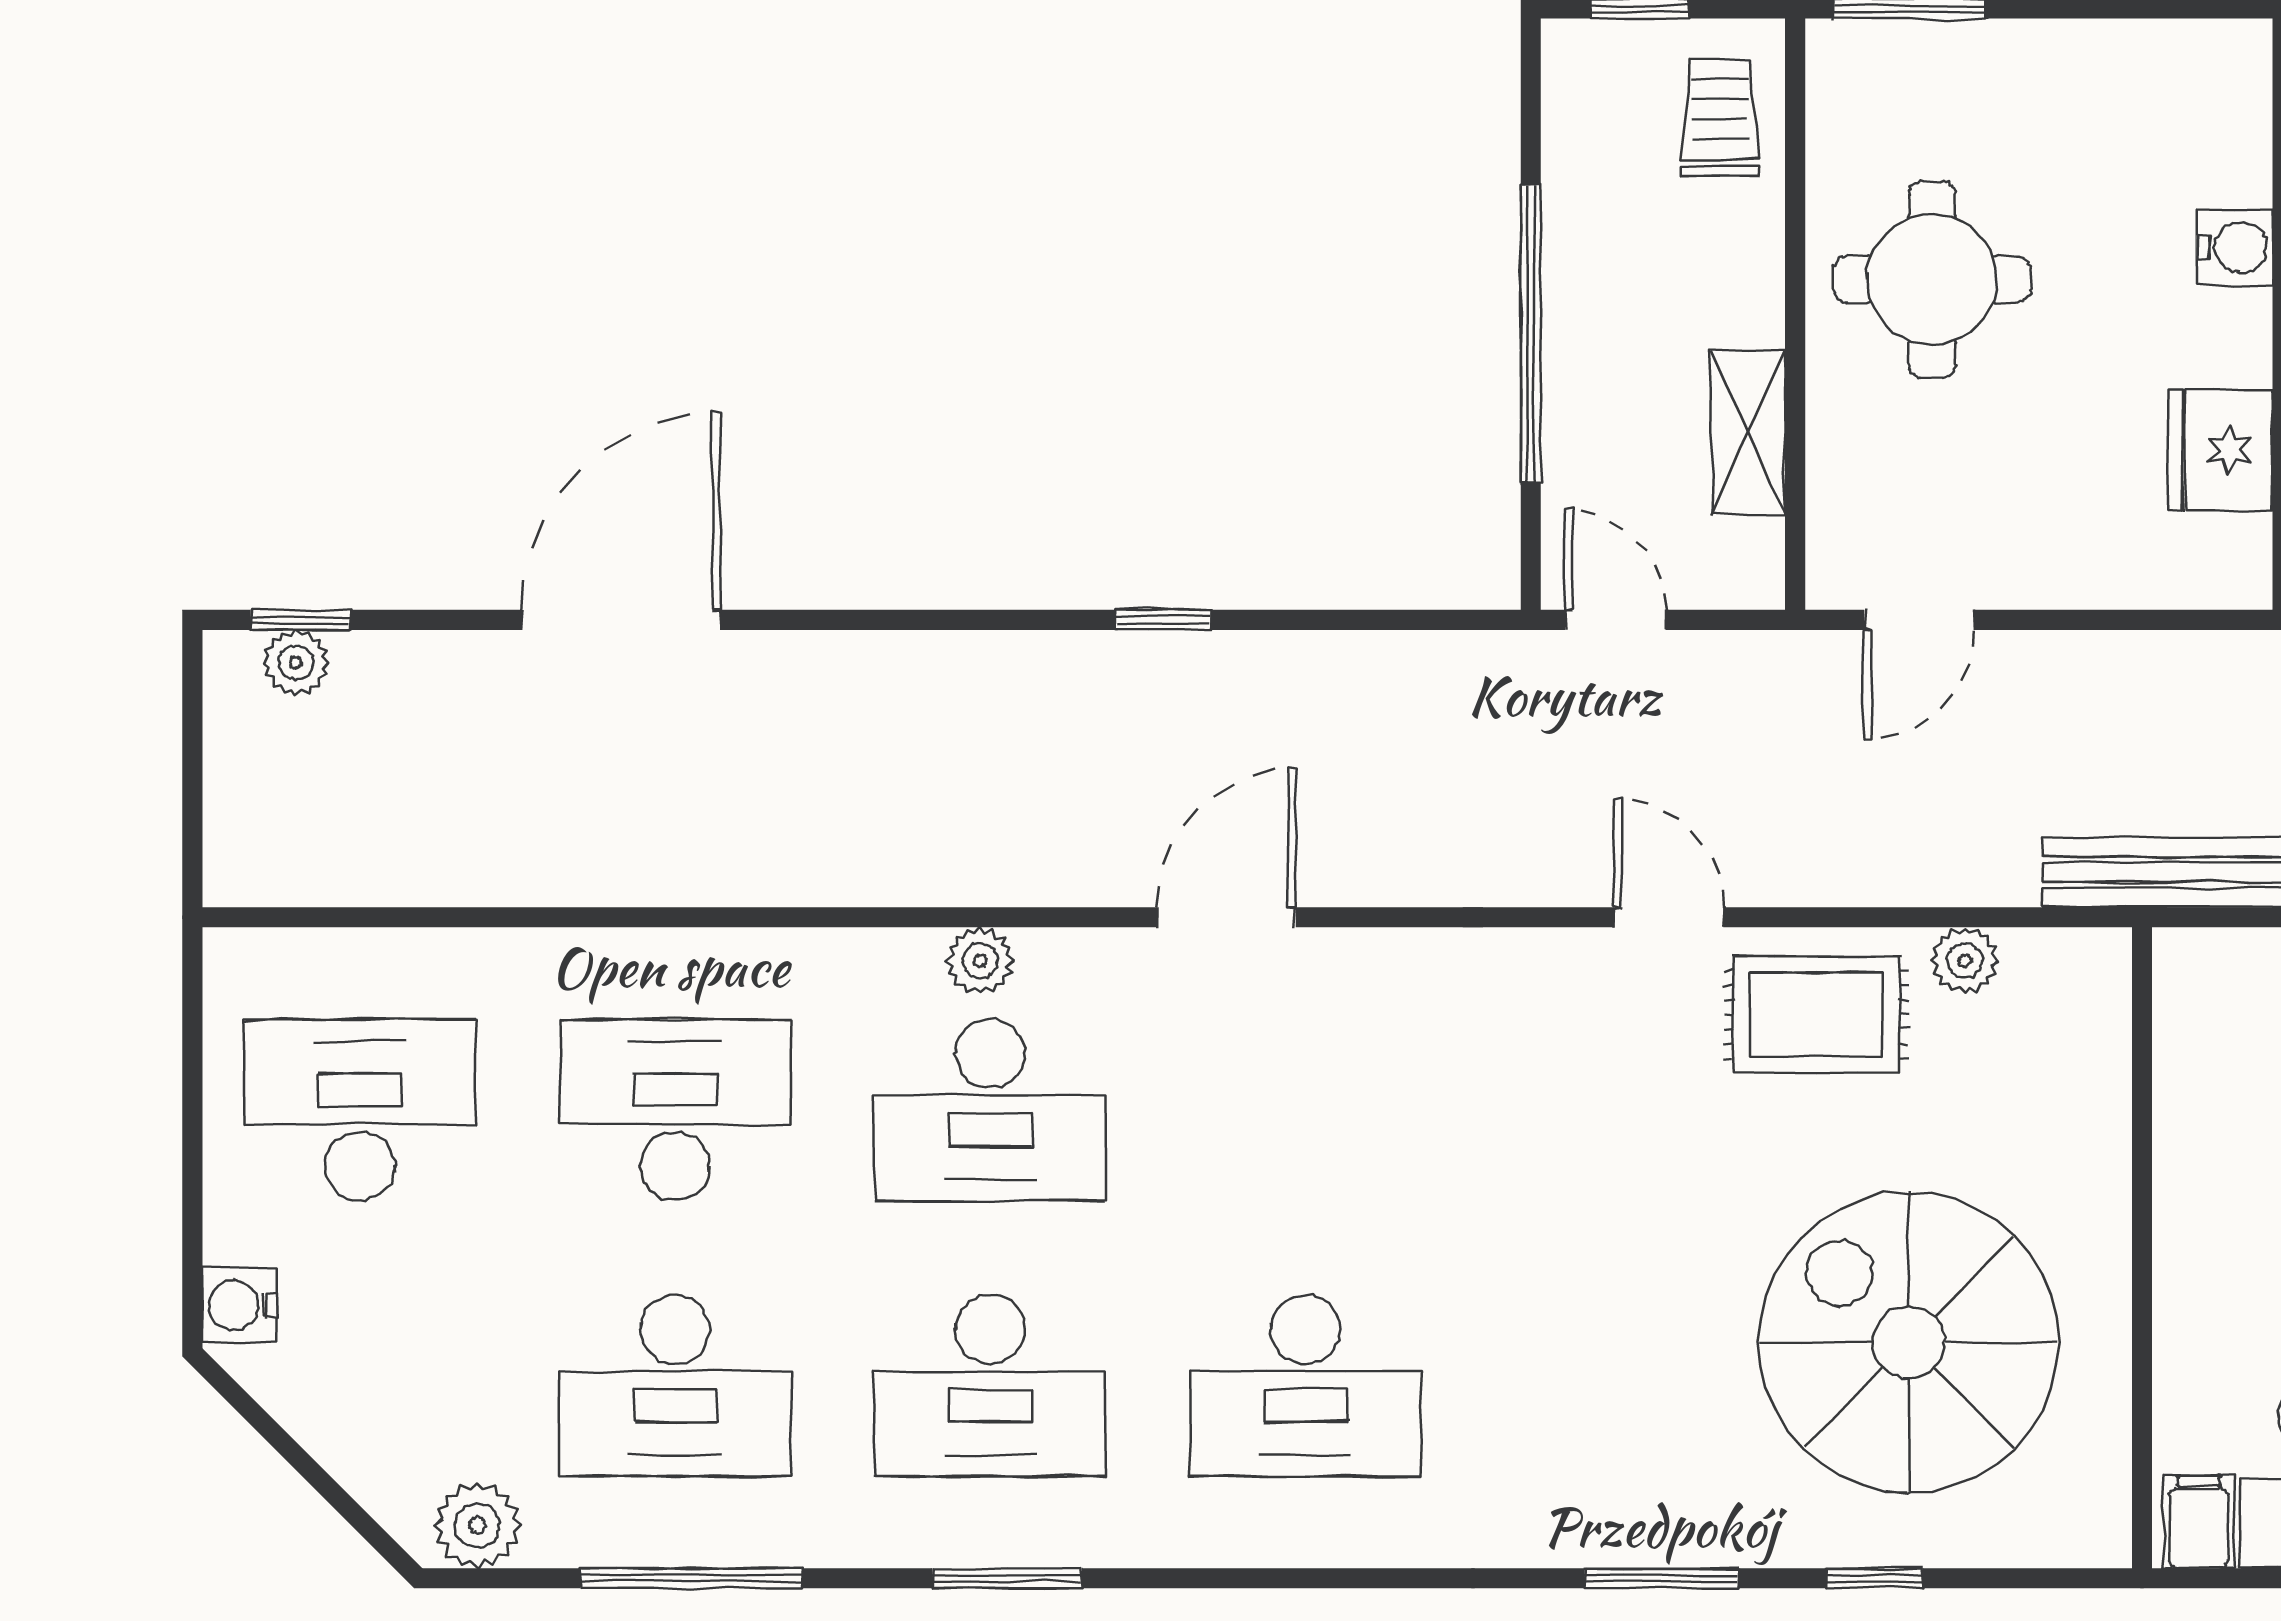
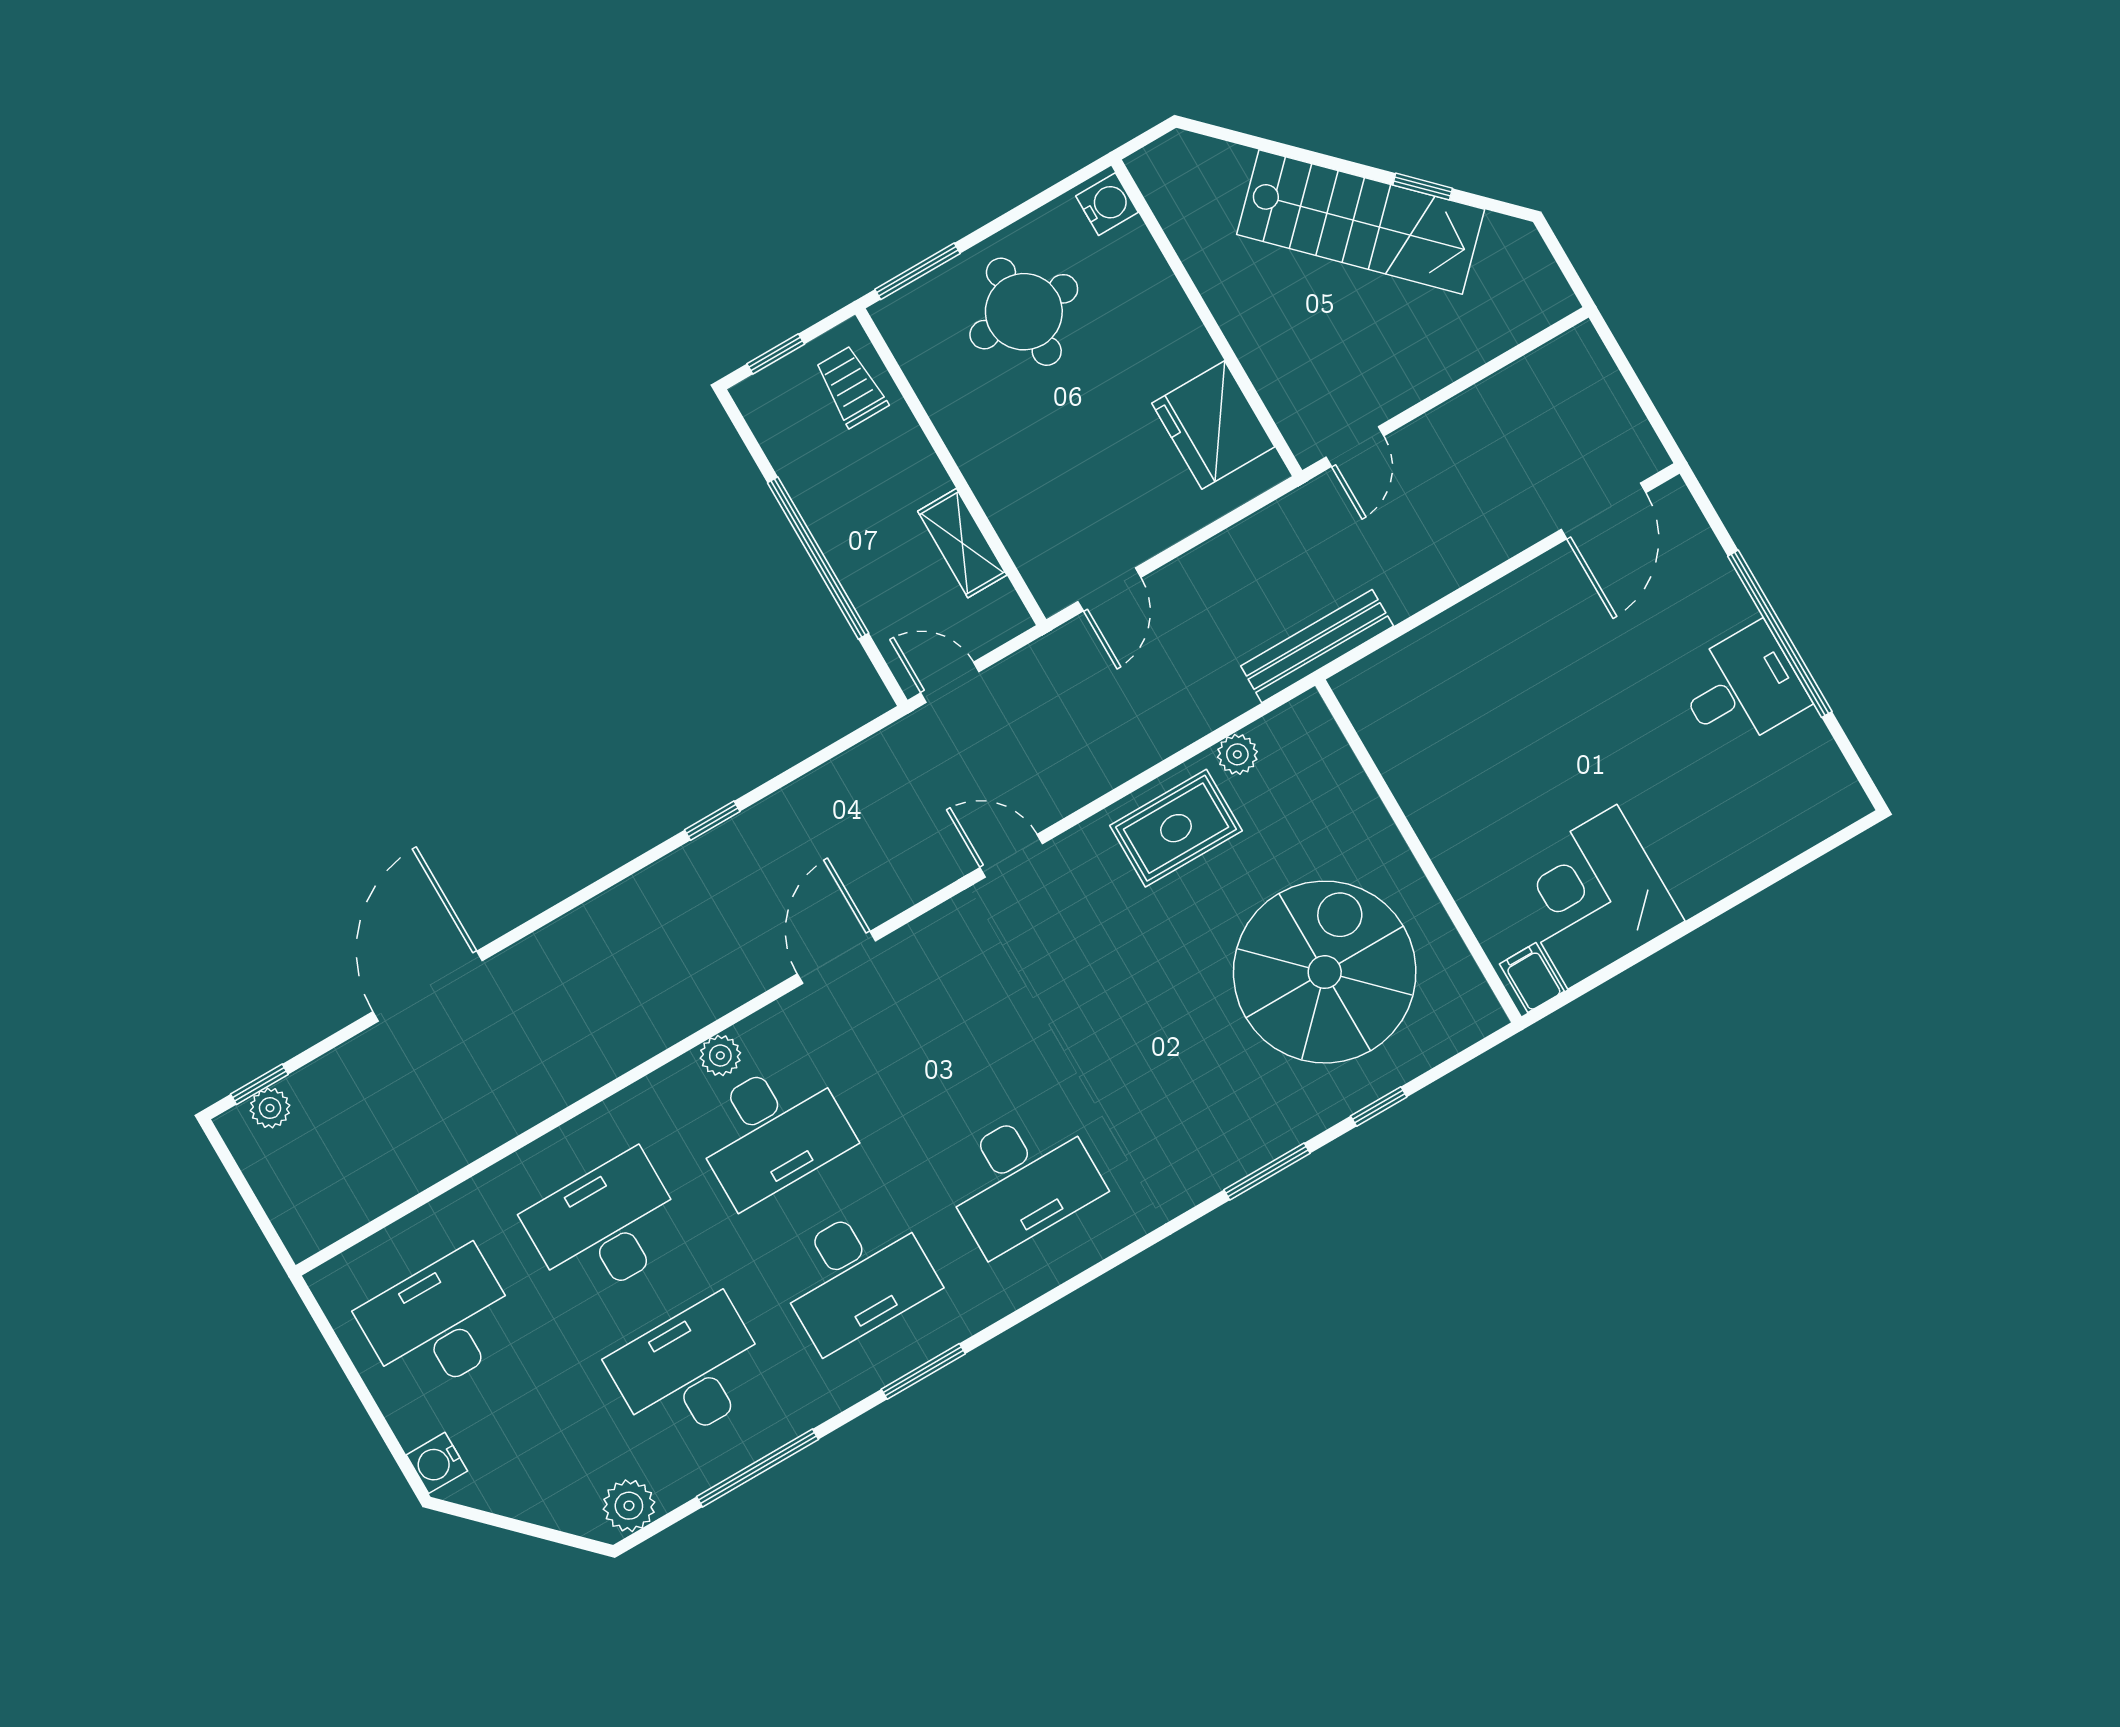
water cooler: (2235, 247) -> (1107, 204), moved
round table: (1932, 279) -> (1024, 312), moved
fridge: (2221, 450) -> (1213, 425), width x1.36, depth x1.34
door: (1669, 917) -> (1011, 856), moved
spiral stairs: (1909, 1342) -> (1325, 972), turned 90
desk: (675, 1386) -> (690, 1372), turned 180

